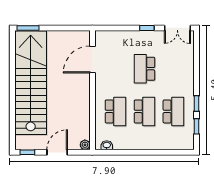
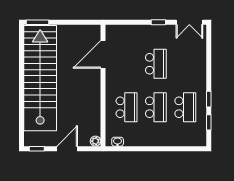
school desk: (144, 69) -> (156, 64), turned 180

